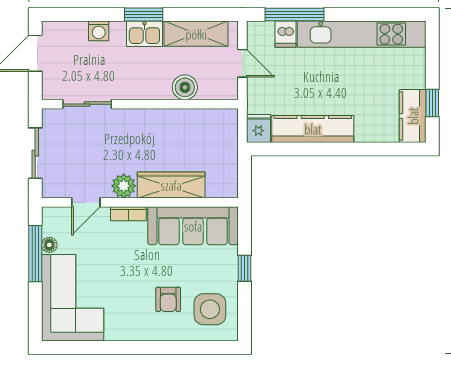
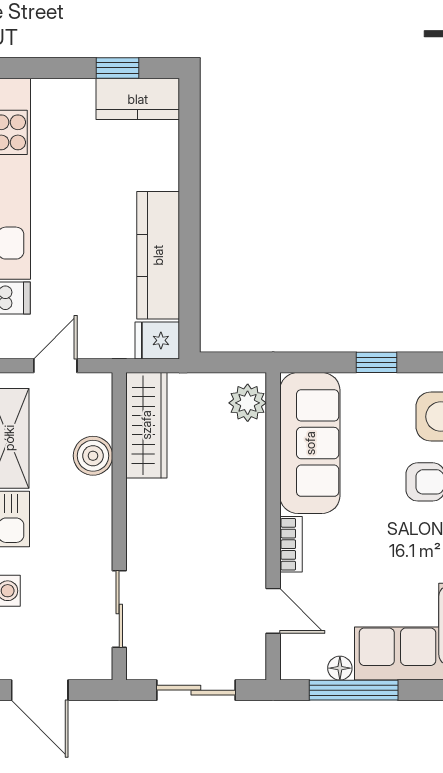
wardrobe: (171, 185) -> (146, 425), moved, turned 180
plant: (124, 186) -> (248, 403), moved

